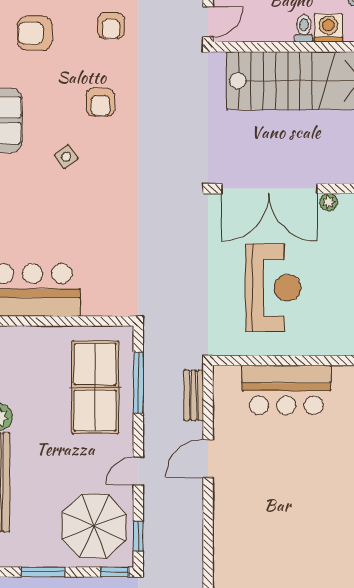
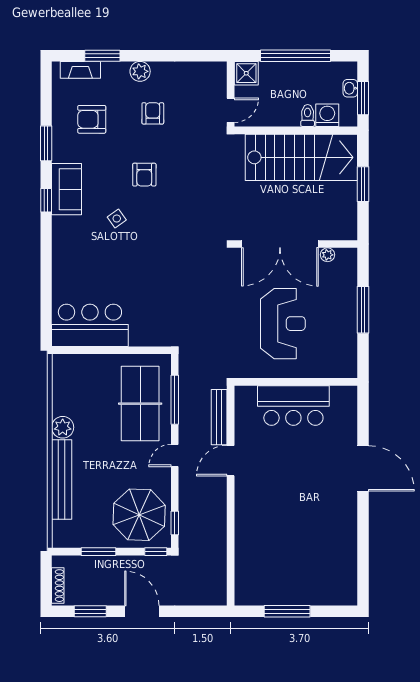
armchair: (111, 26) -> (153, 113), turned 180
bench: (194, 395) -> (219, 417), width x1.36
door: (138, 471) -> (175, 455), moved

